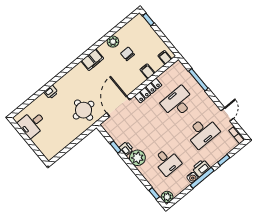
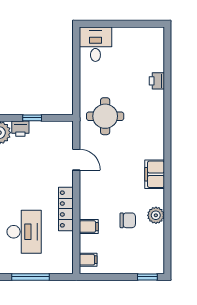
printer: (51, 92) -> (157, 81), moved
door: (118, 106) -> (76, 160), width x0.53
desk: (32, 124) -> (95, 44), moved

